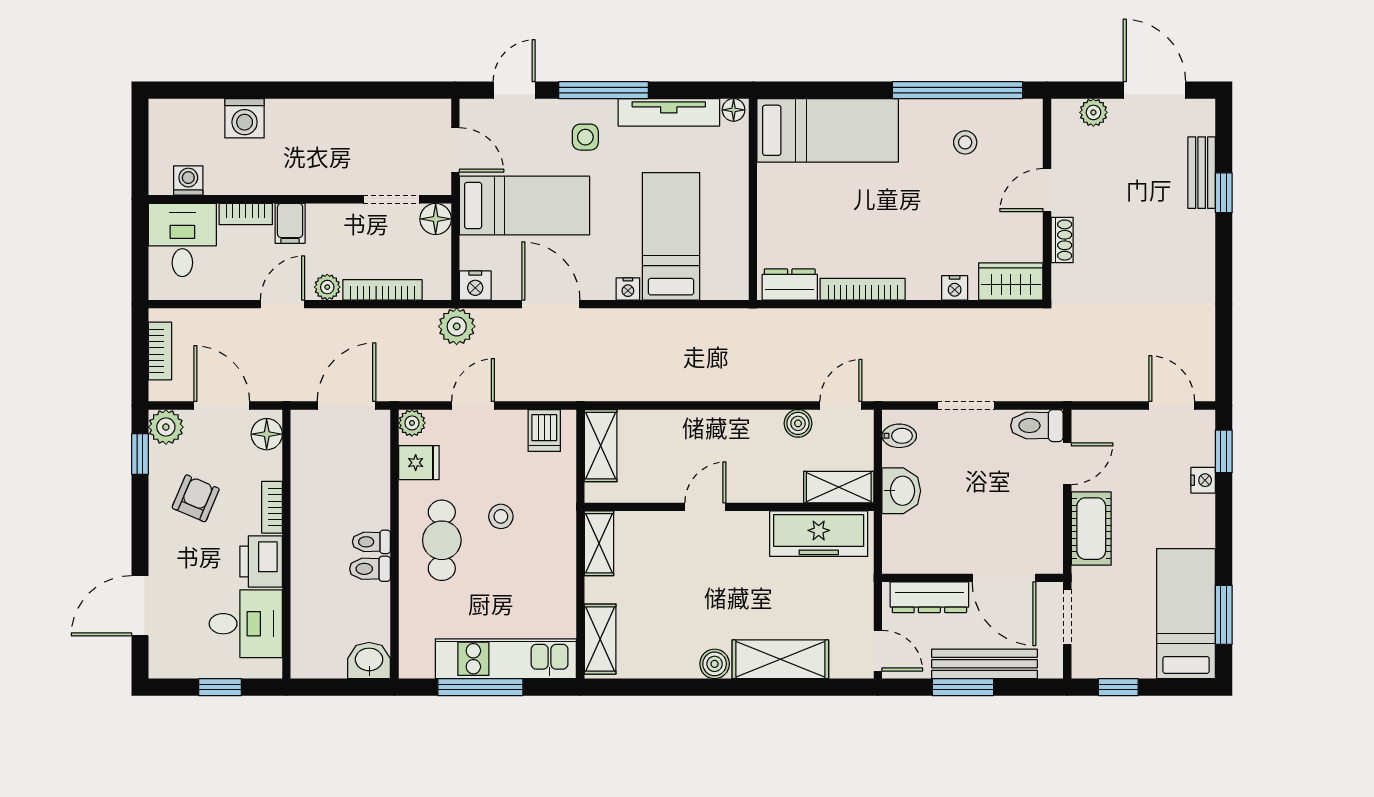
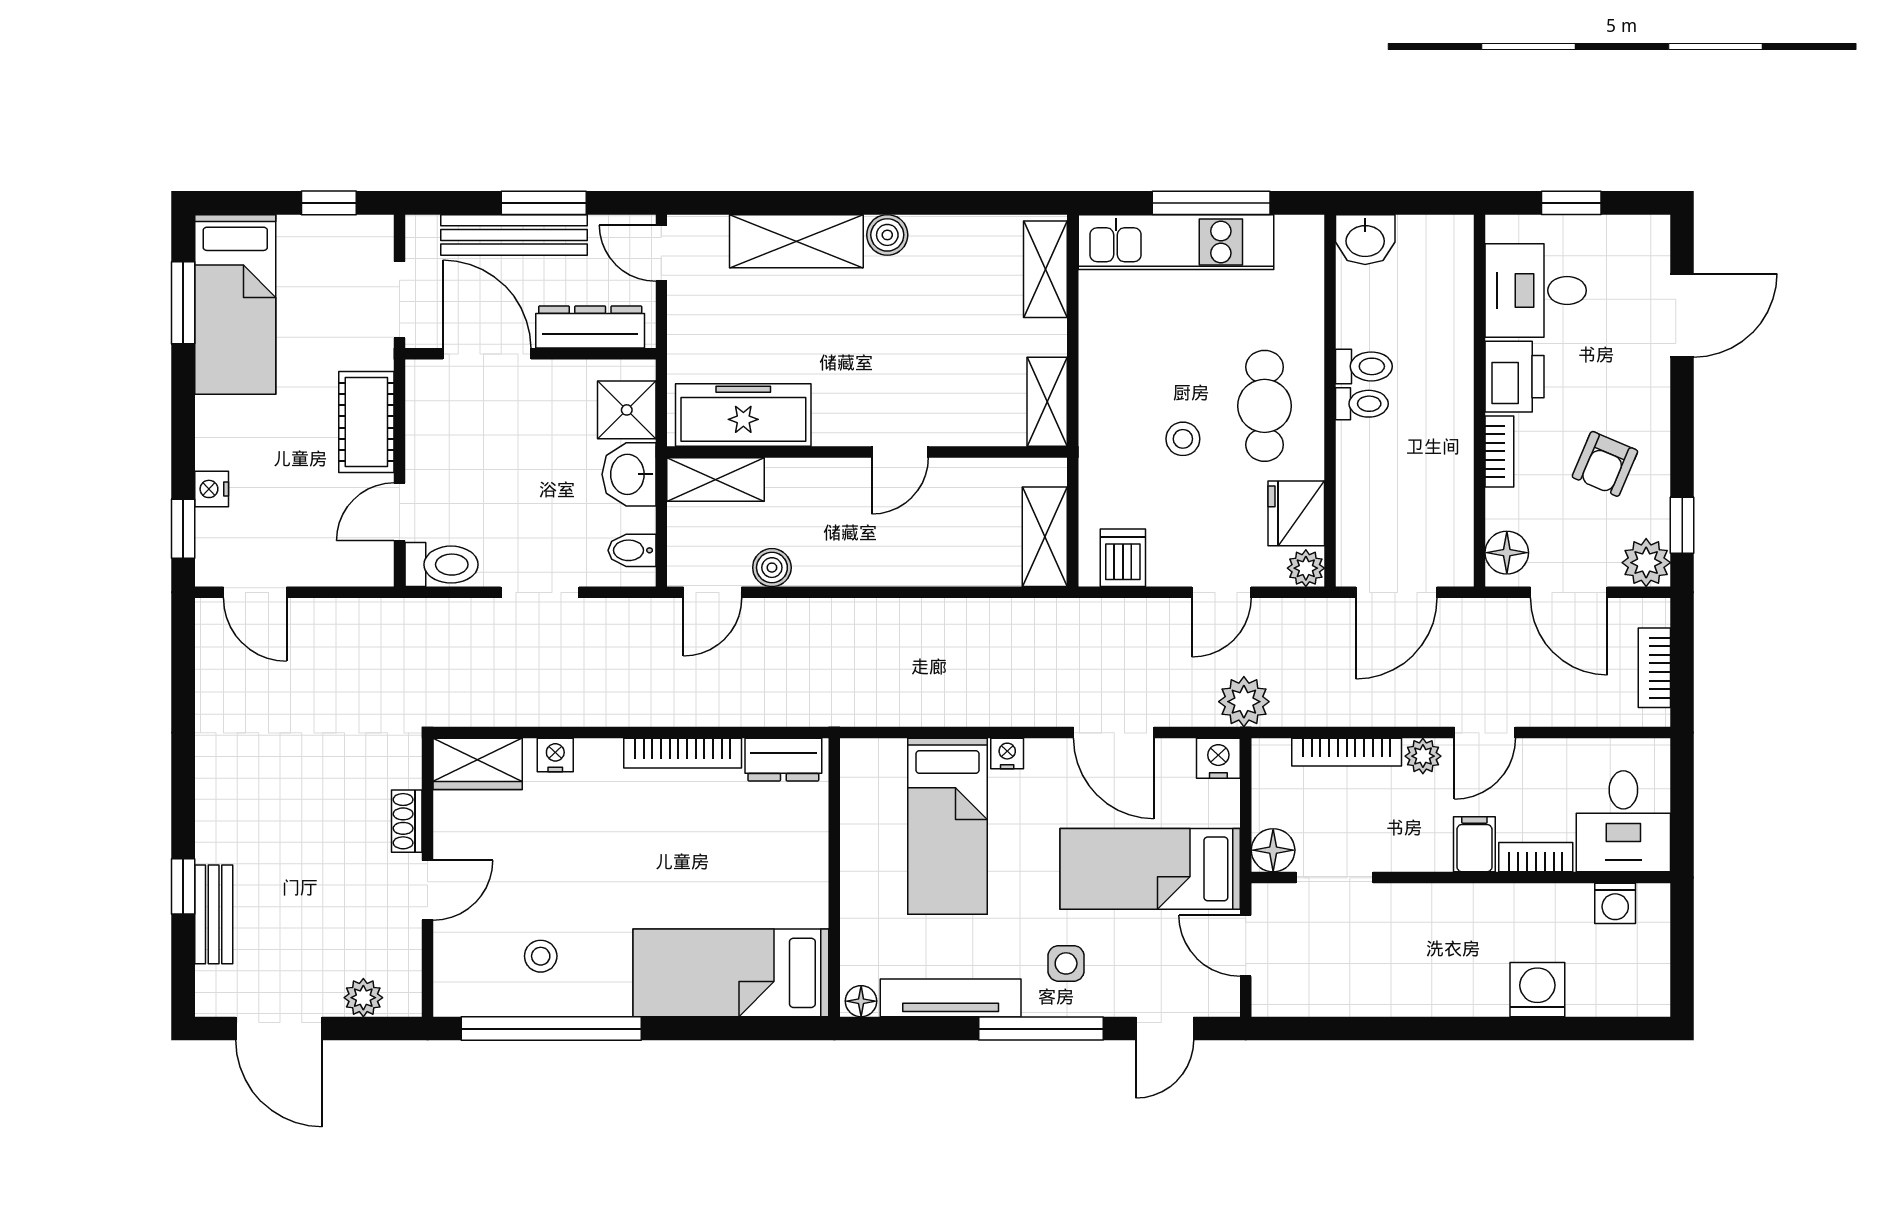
fridge: (419, 463) -> (1296, 513), width x1.38
shower: (903, 537) -> (627, 410), added

